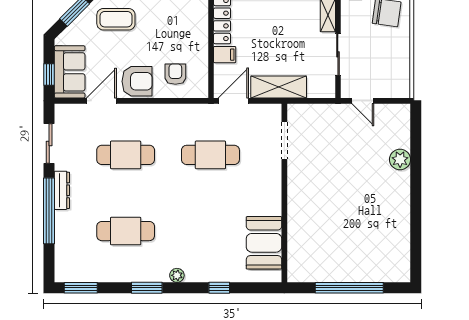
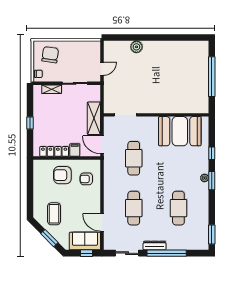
armchair: (137, 81) -> (62, 175), moved, turned -90
booth: (264, 243) -> (180, 131), width x1.36, depth x1.42
window: (147, 288) -> (212, 181), moved

